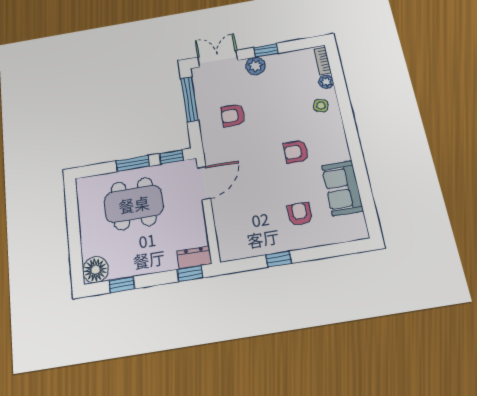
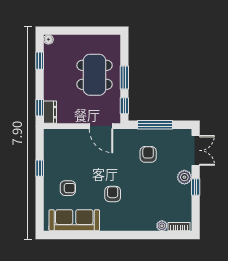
window: (189, 99) -> (155, 125), moved
side table: (321, 106) -> (144, 218), removed
sofa: (342, 188) -> (74, 220), width x1.36
floor lamp: (95, 270) -> (48, 39), width x0.53, depth x0.53

